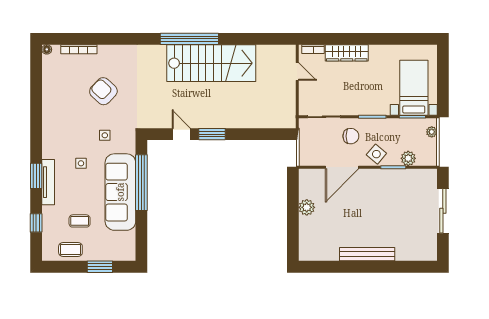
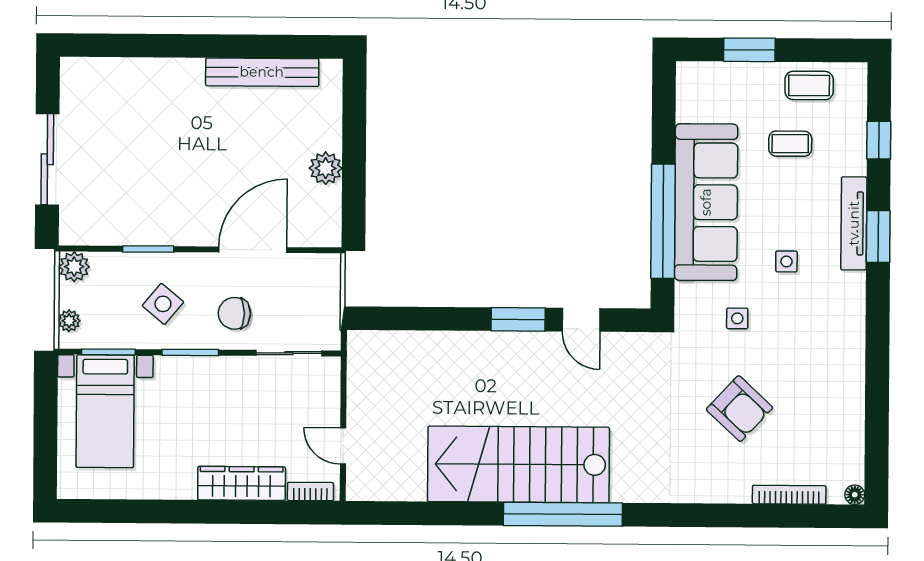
side table: (376, 154) -> (163, 304), moved
plant: (408, 158) -> (74, 267), moved
bench: (367, 254) -> (262, 72), moved

